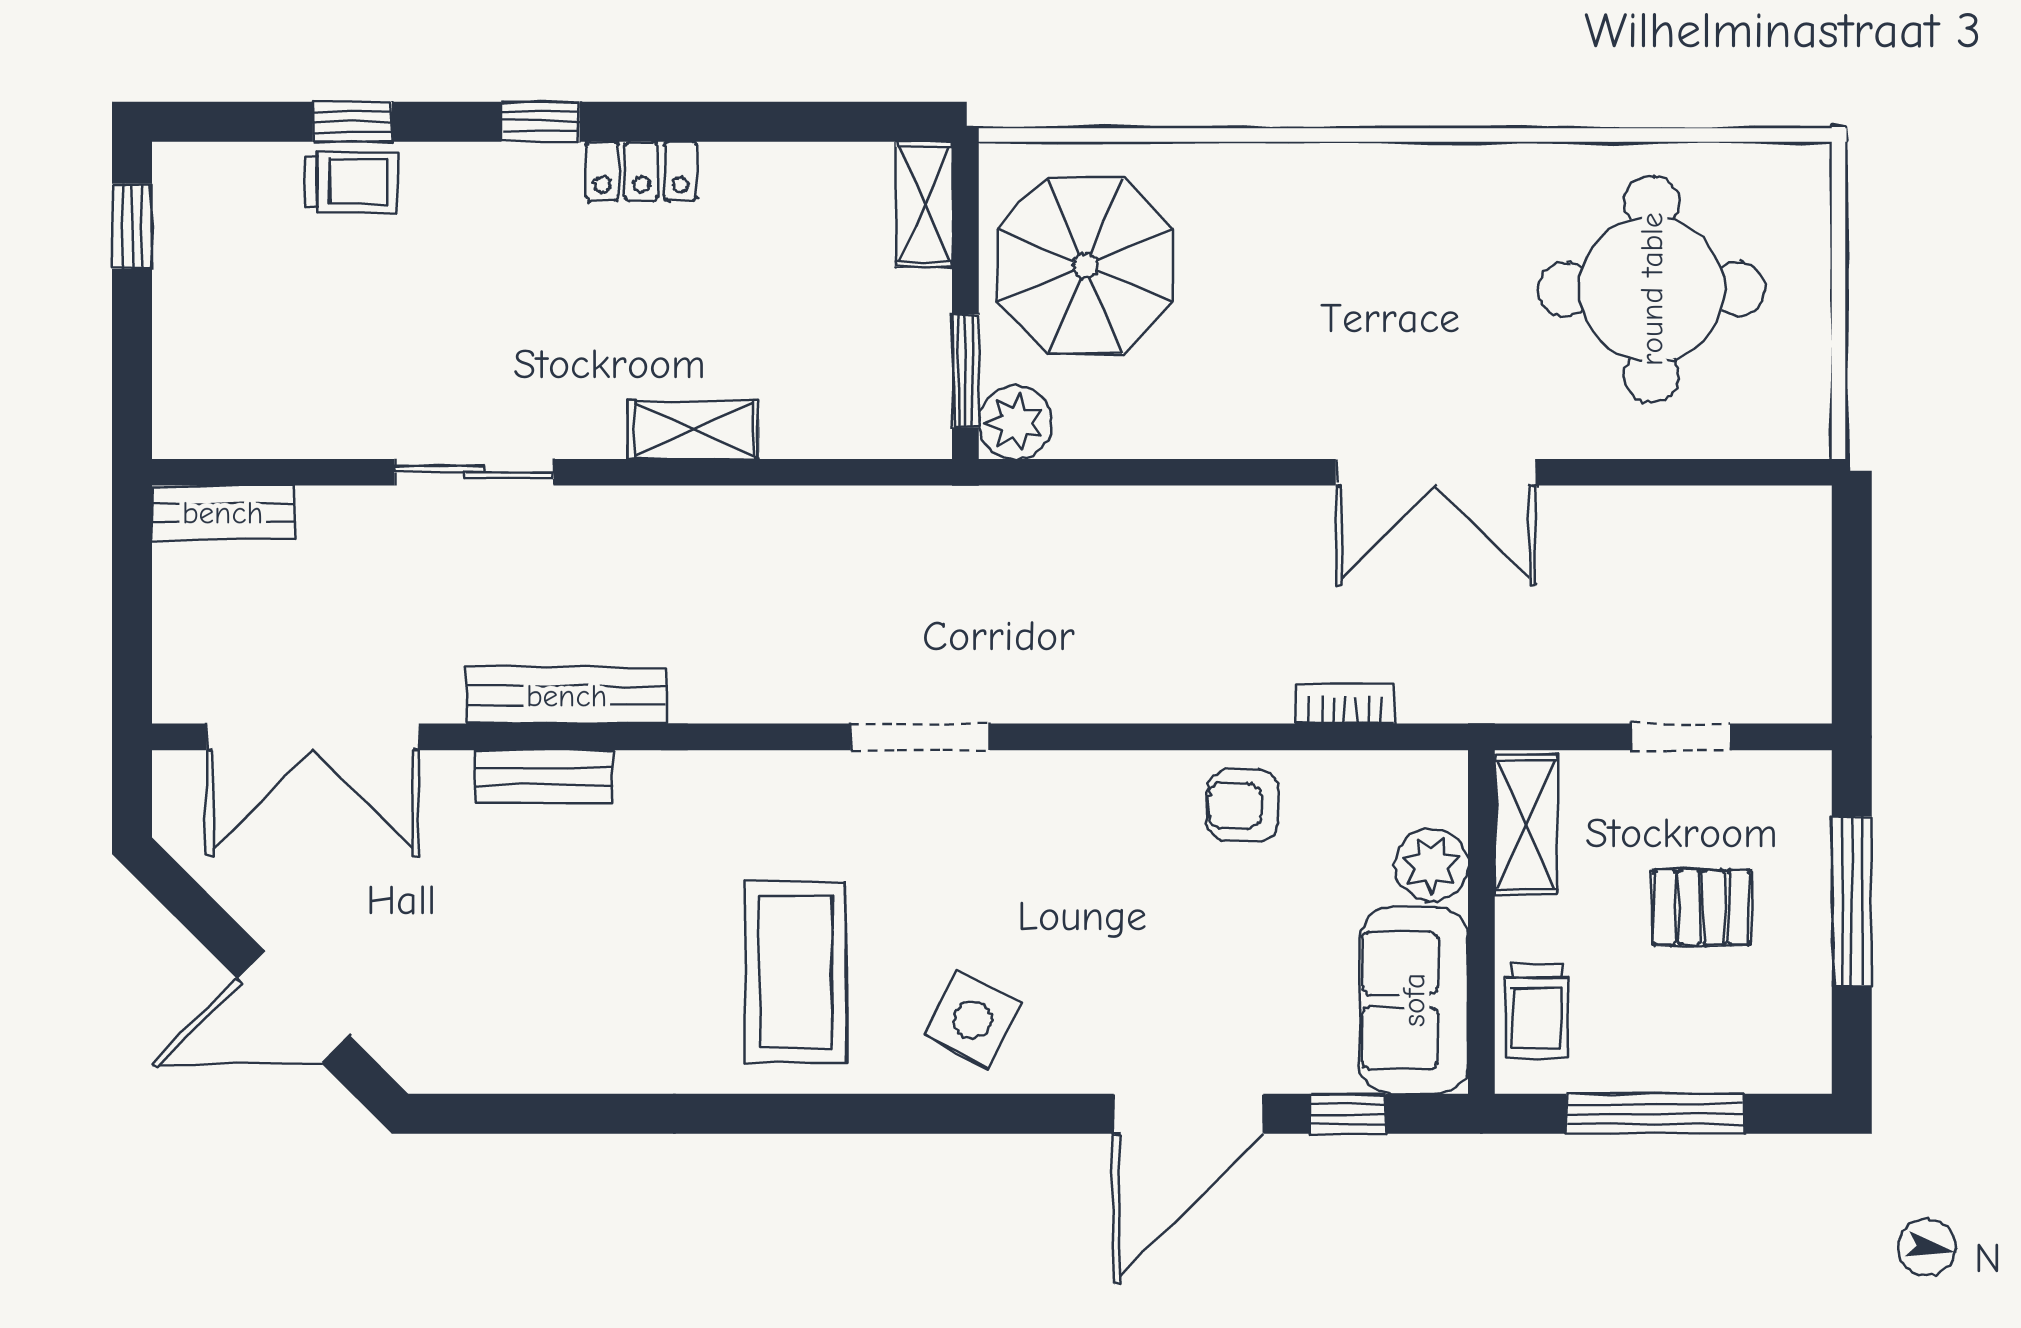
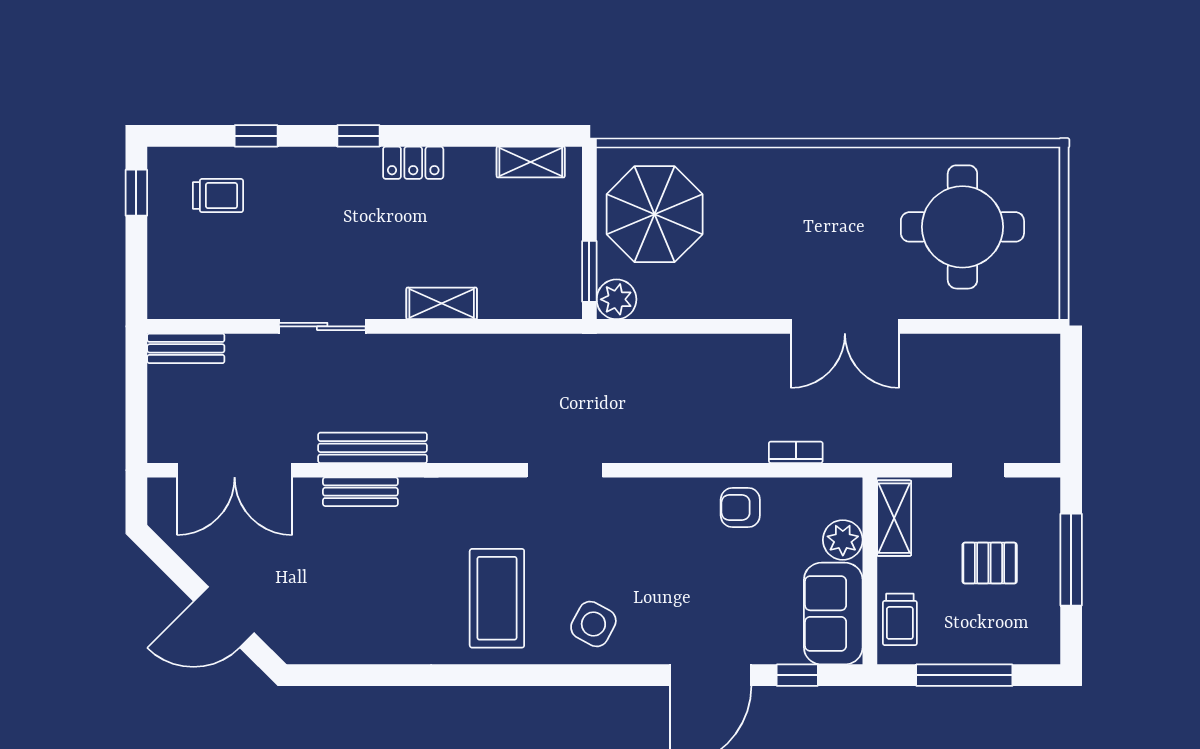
trolley: (351, 182) -> (218, 196), moved
shelving: (924, 204) -> (531, 162), moved, turned 90

